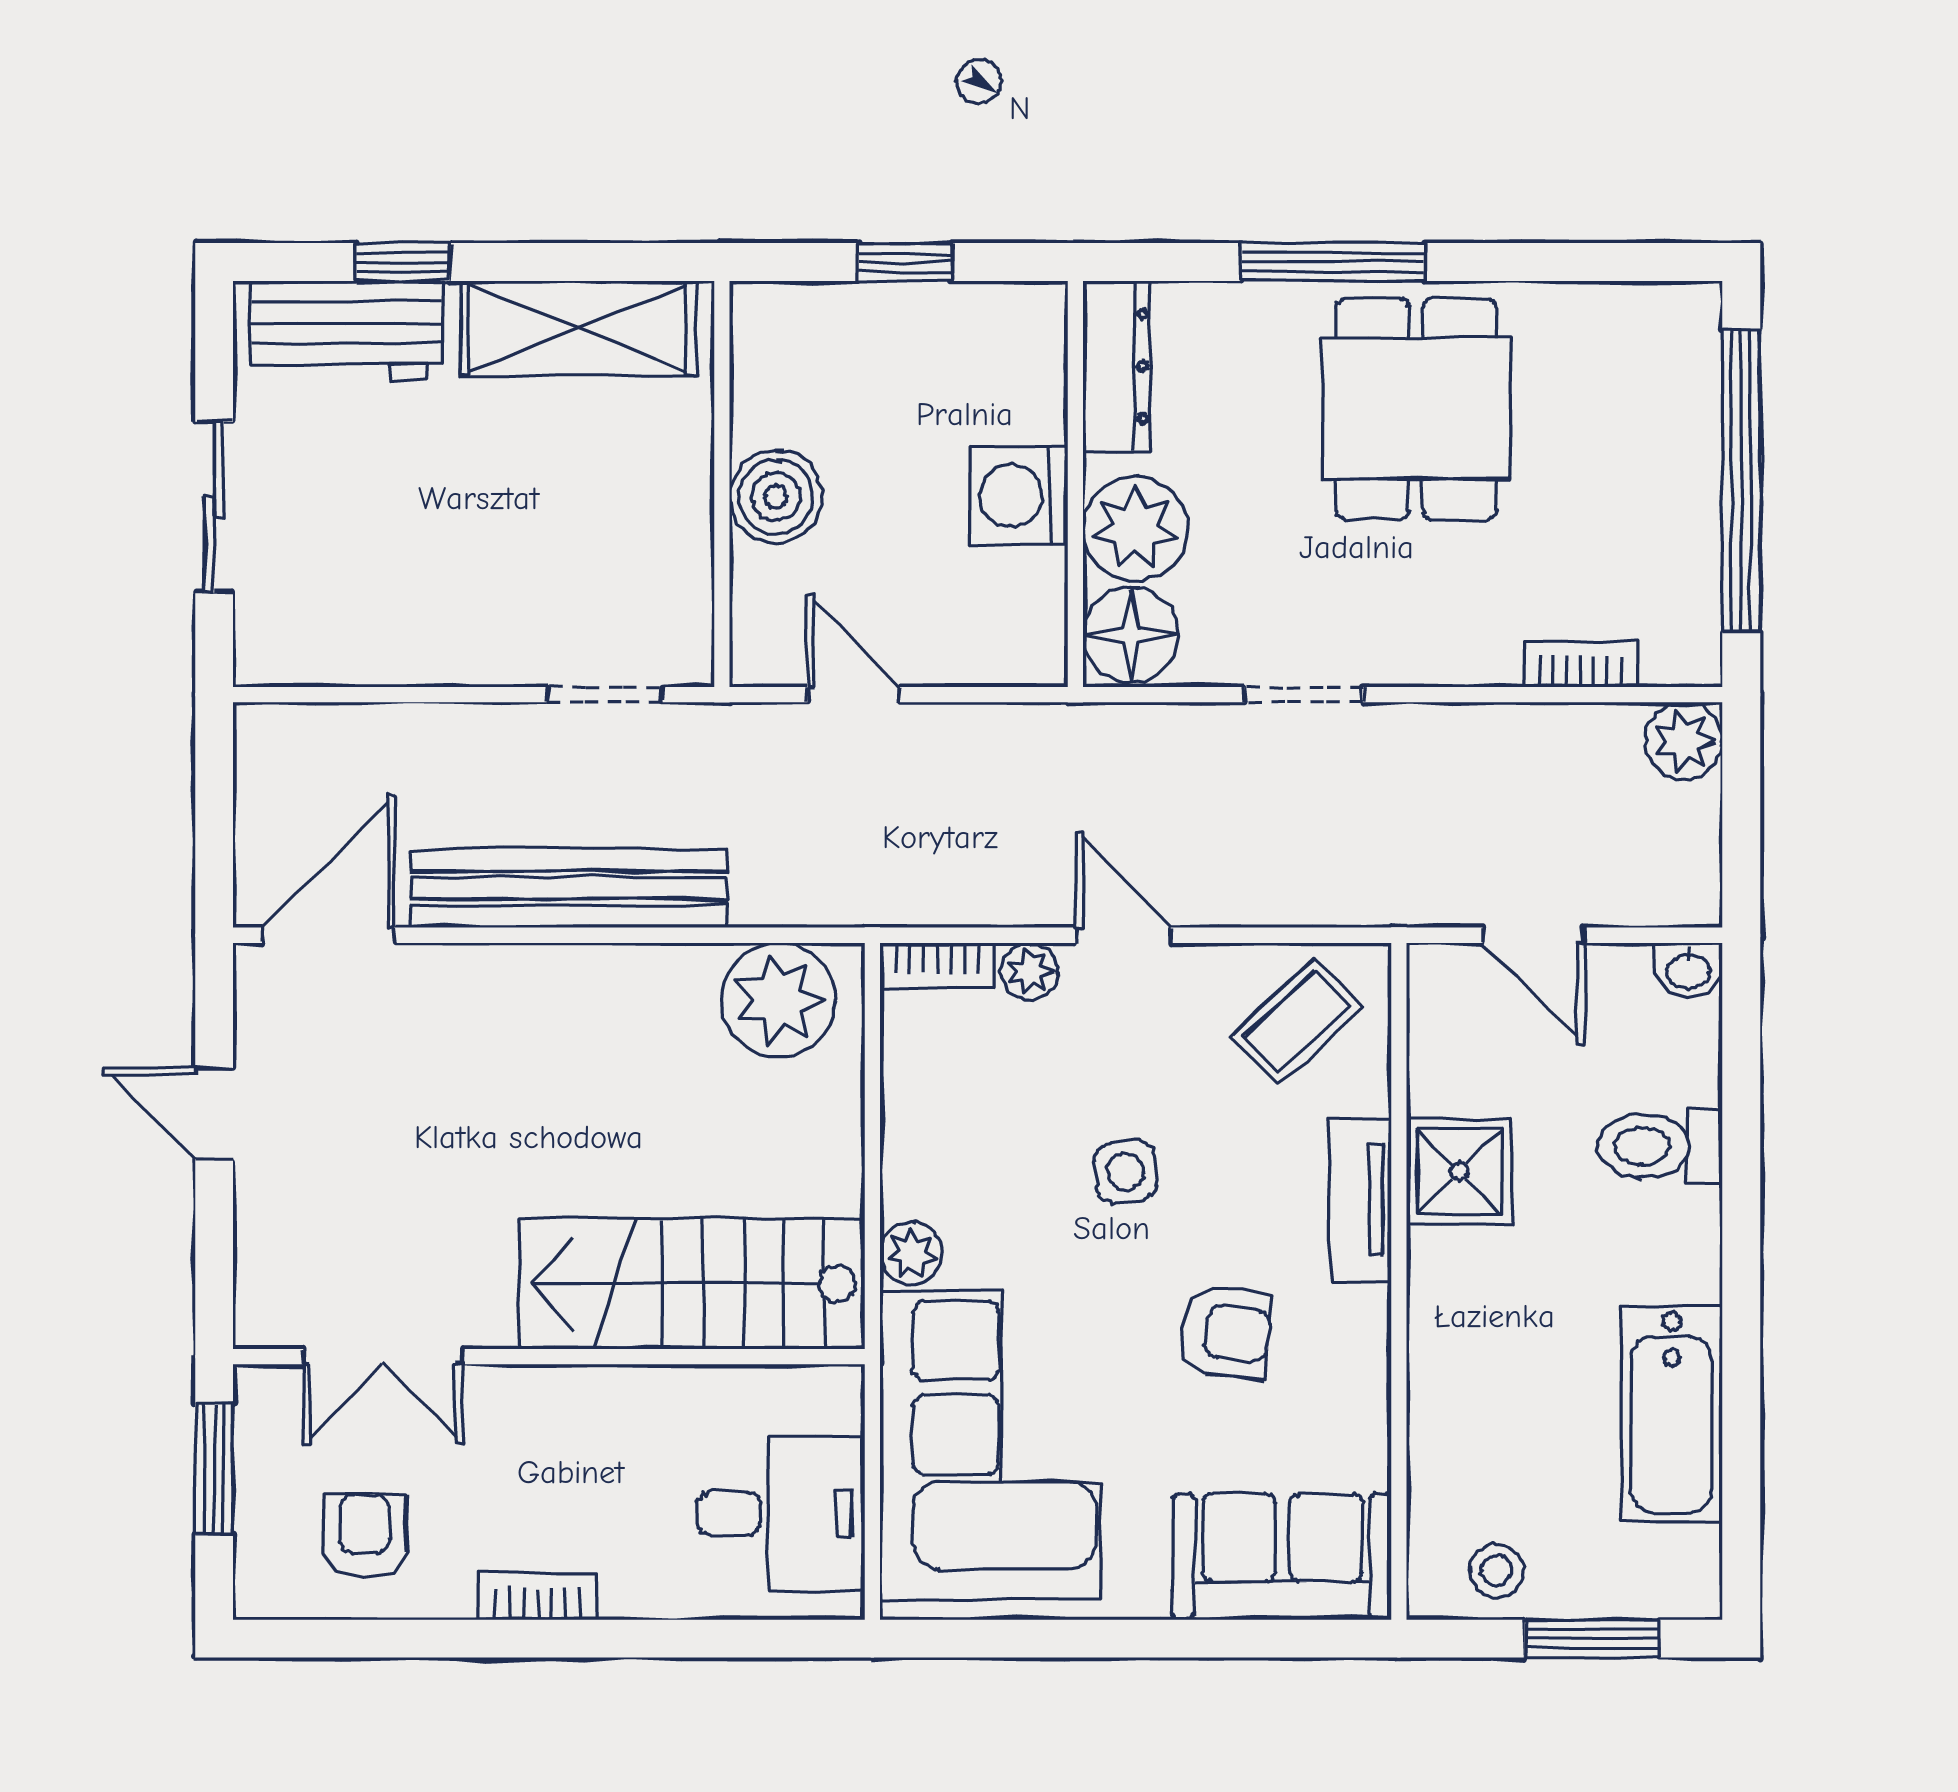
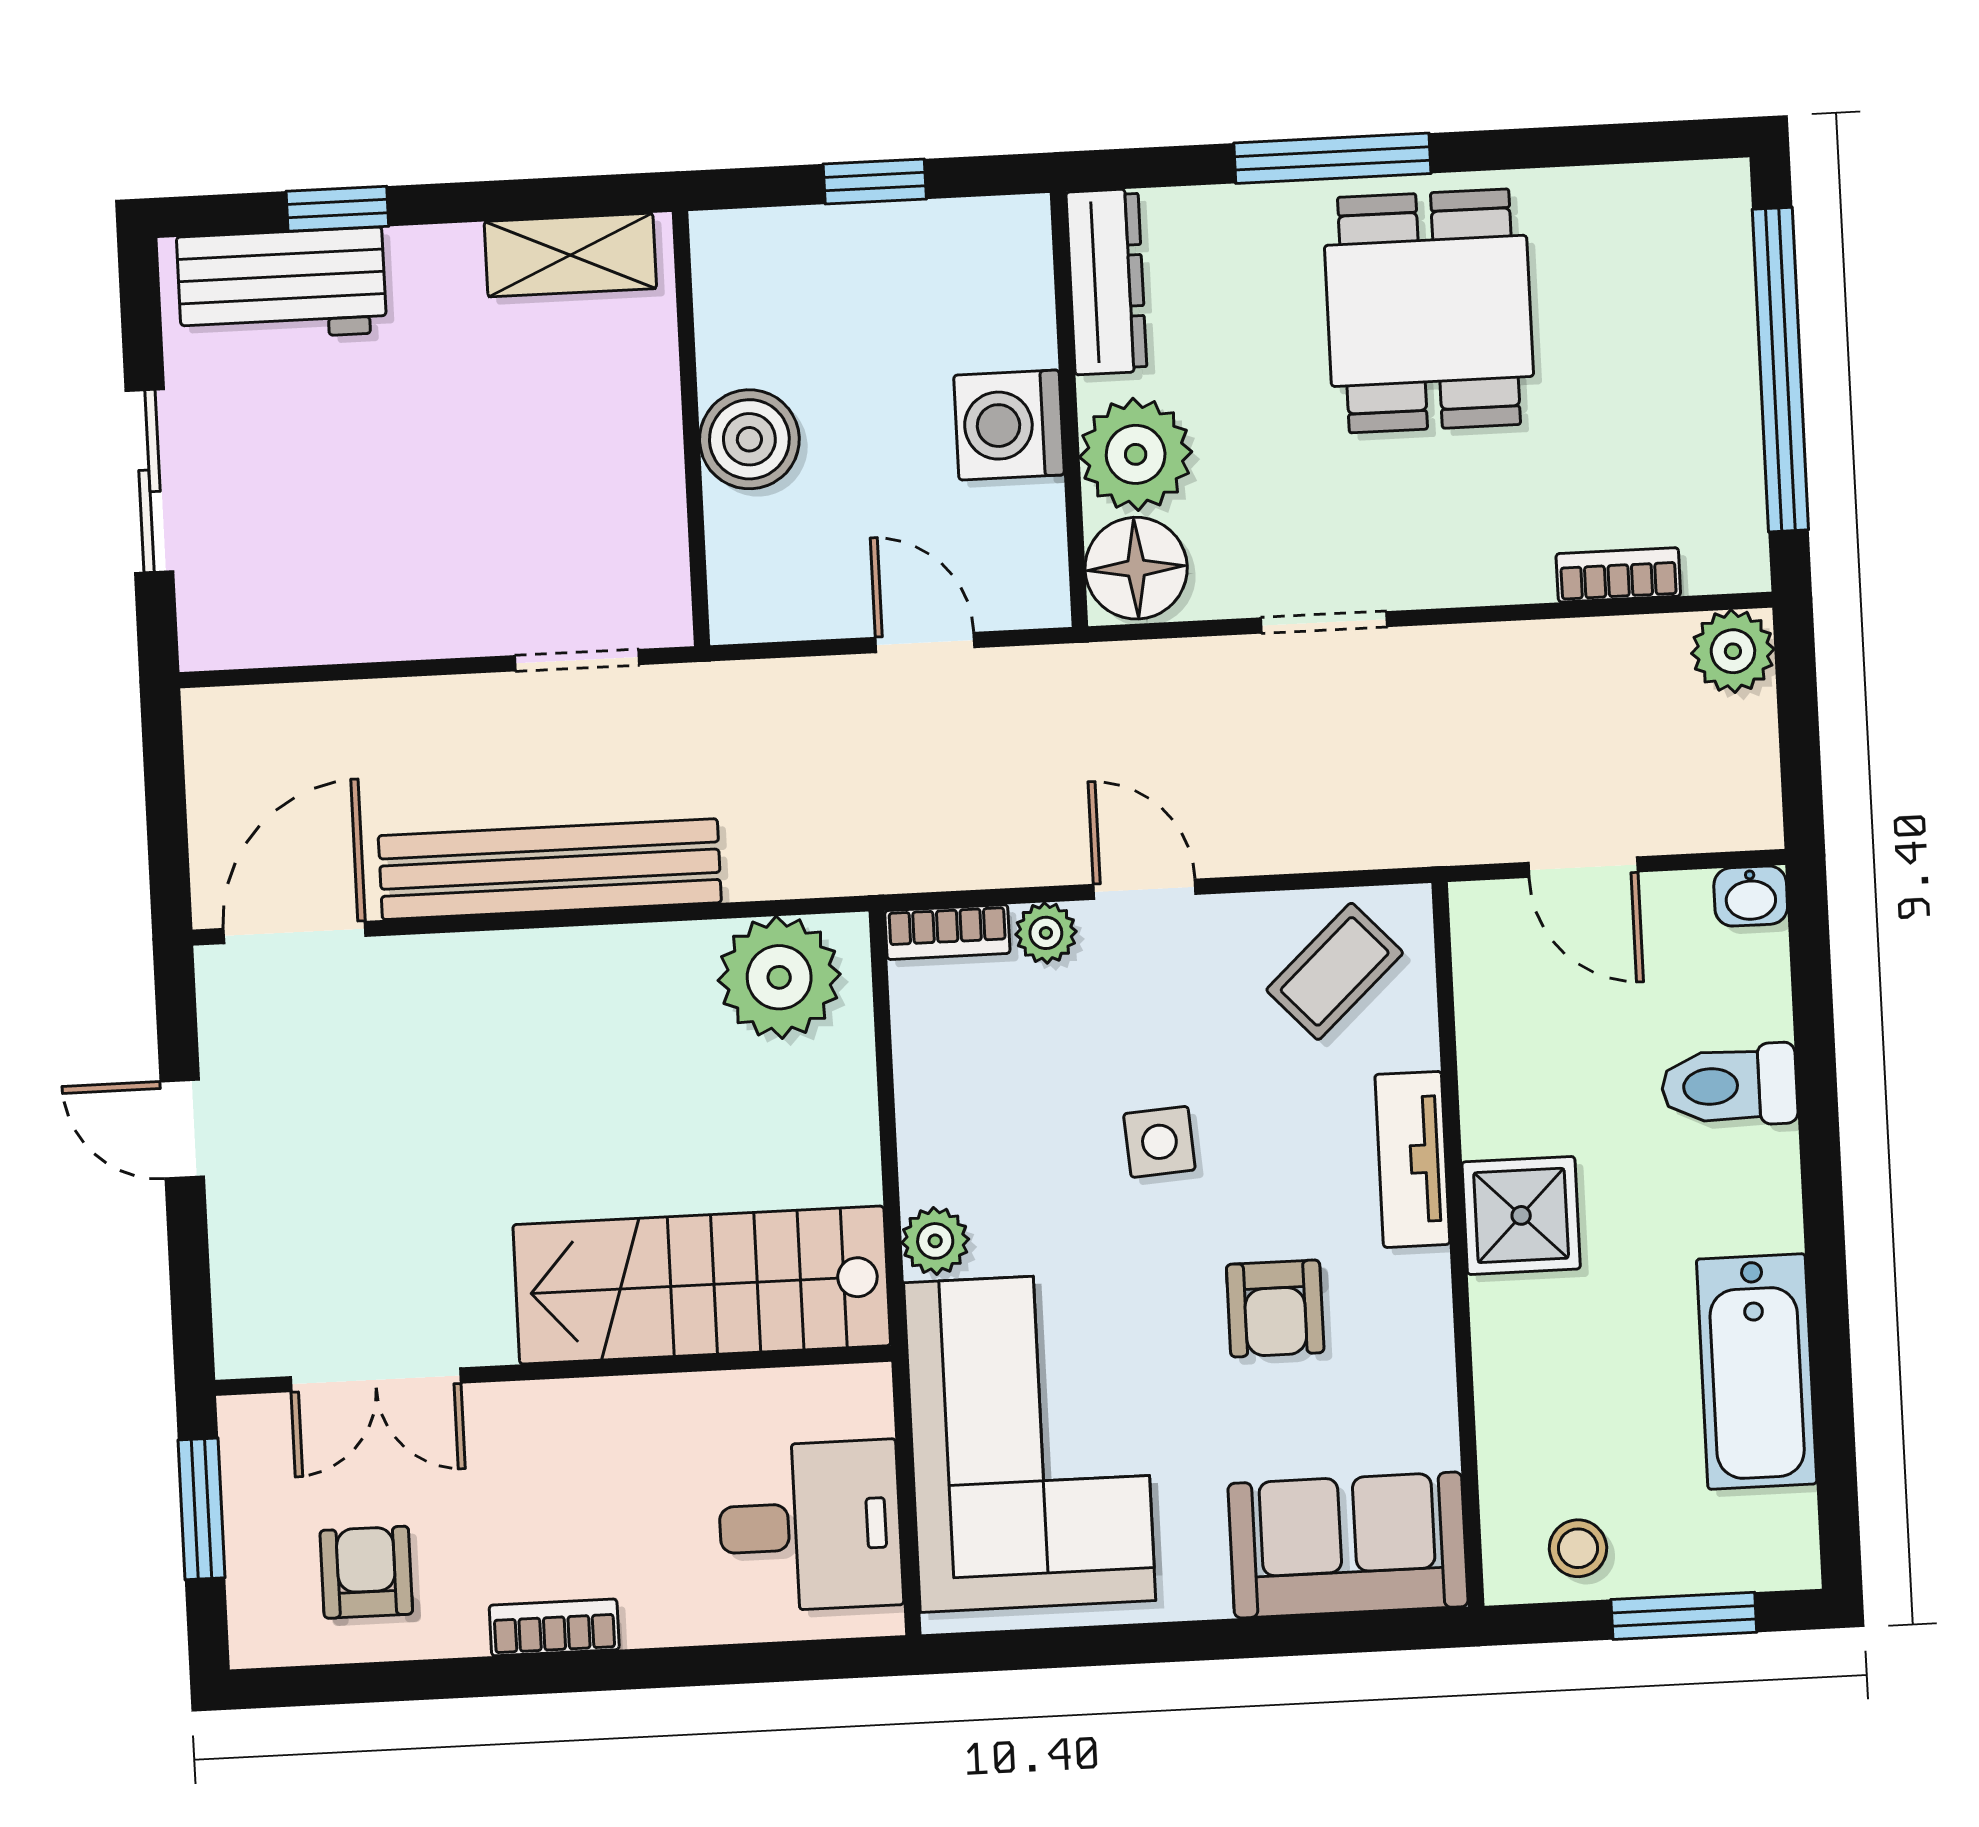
shelving: (578, 328) -> (570, 255), width x0.67, depth x0.75
door: (854, 695) -> (925, 643), moved
shower: (1459, 1172) -> (1521, 1215), moved
armchair: (1225, 1333) -> (1275, 1309), turned 84

